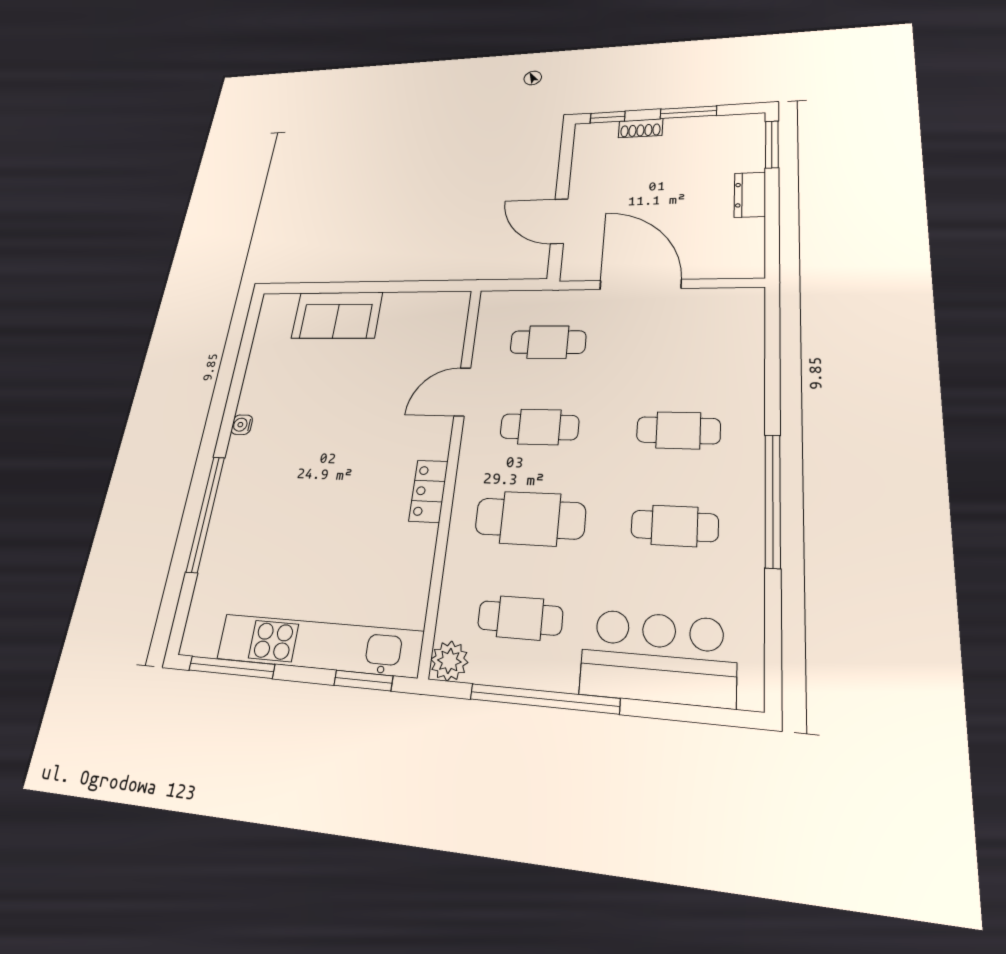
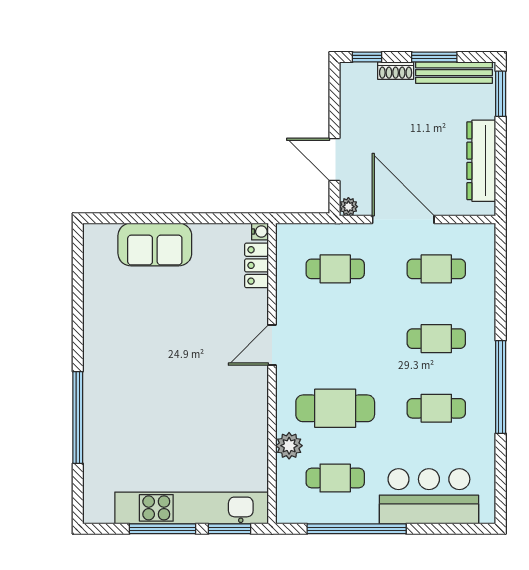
bench: (712, 126) -> (454, 73), added
dresser: (750, 195) -> (481, 161), width x1.96, depth x1.24
plant: (572, 271) -> (348, 207), added
door: (462, 392) -> (272, 345), moved
water cooler: (242, 425) -> (260, 232), moved, turned 180
cafe table: (539, 427) -> (436, 269), moved
locker: (428, 491) -> (257, 265), moved
plant: (449, 661) -> (289, 446), moved
window: (232, 667) -> (162, 529), moved

